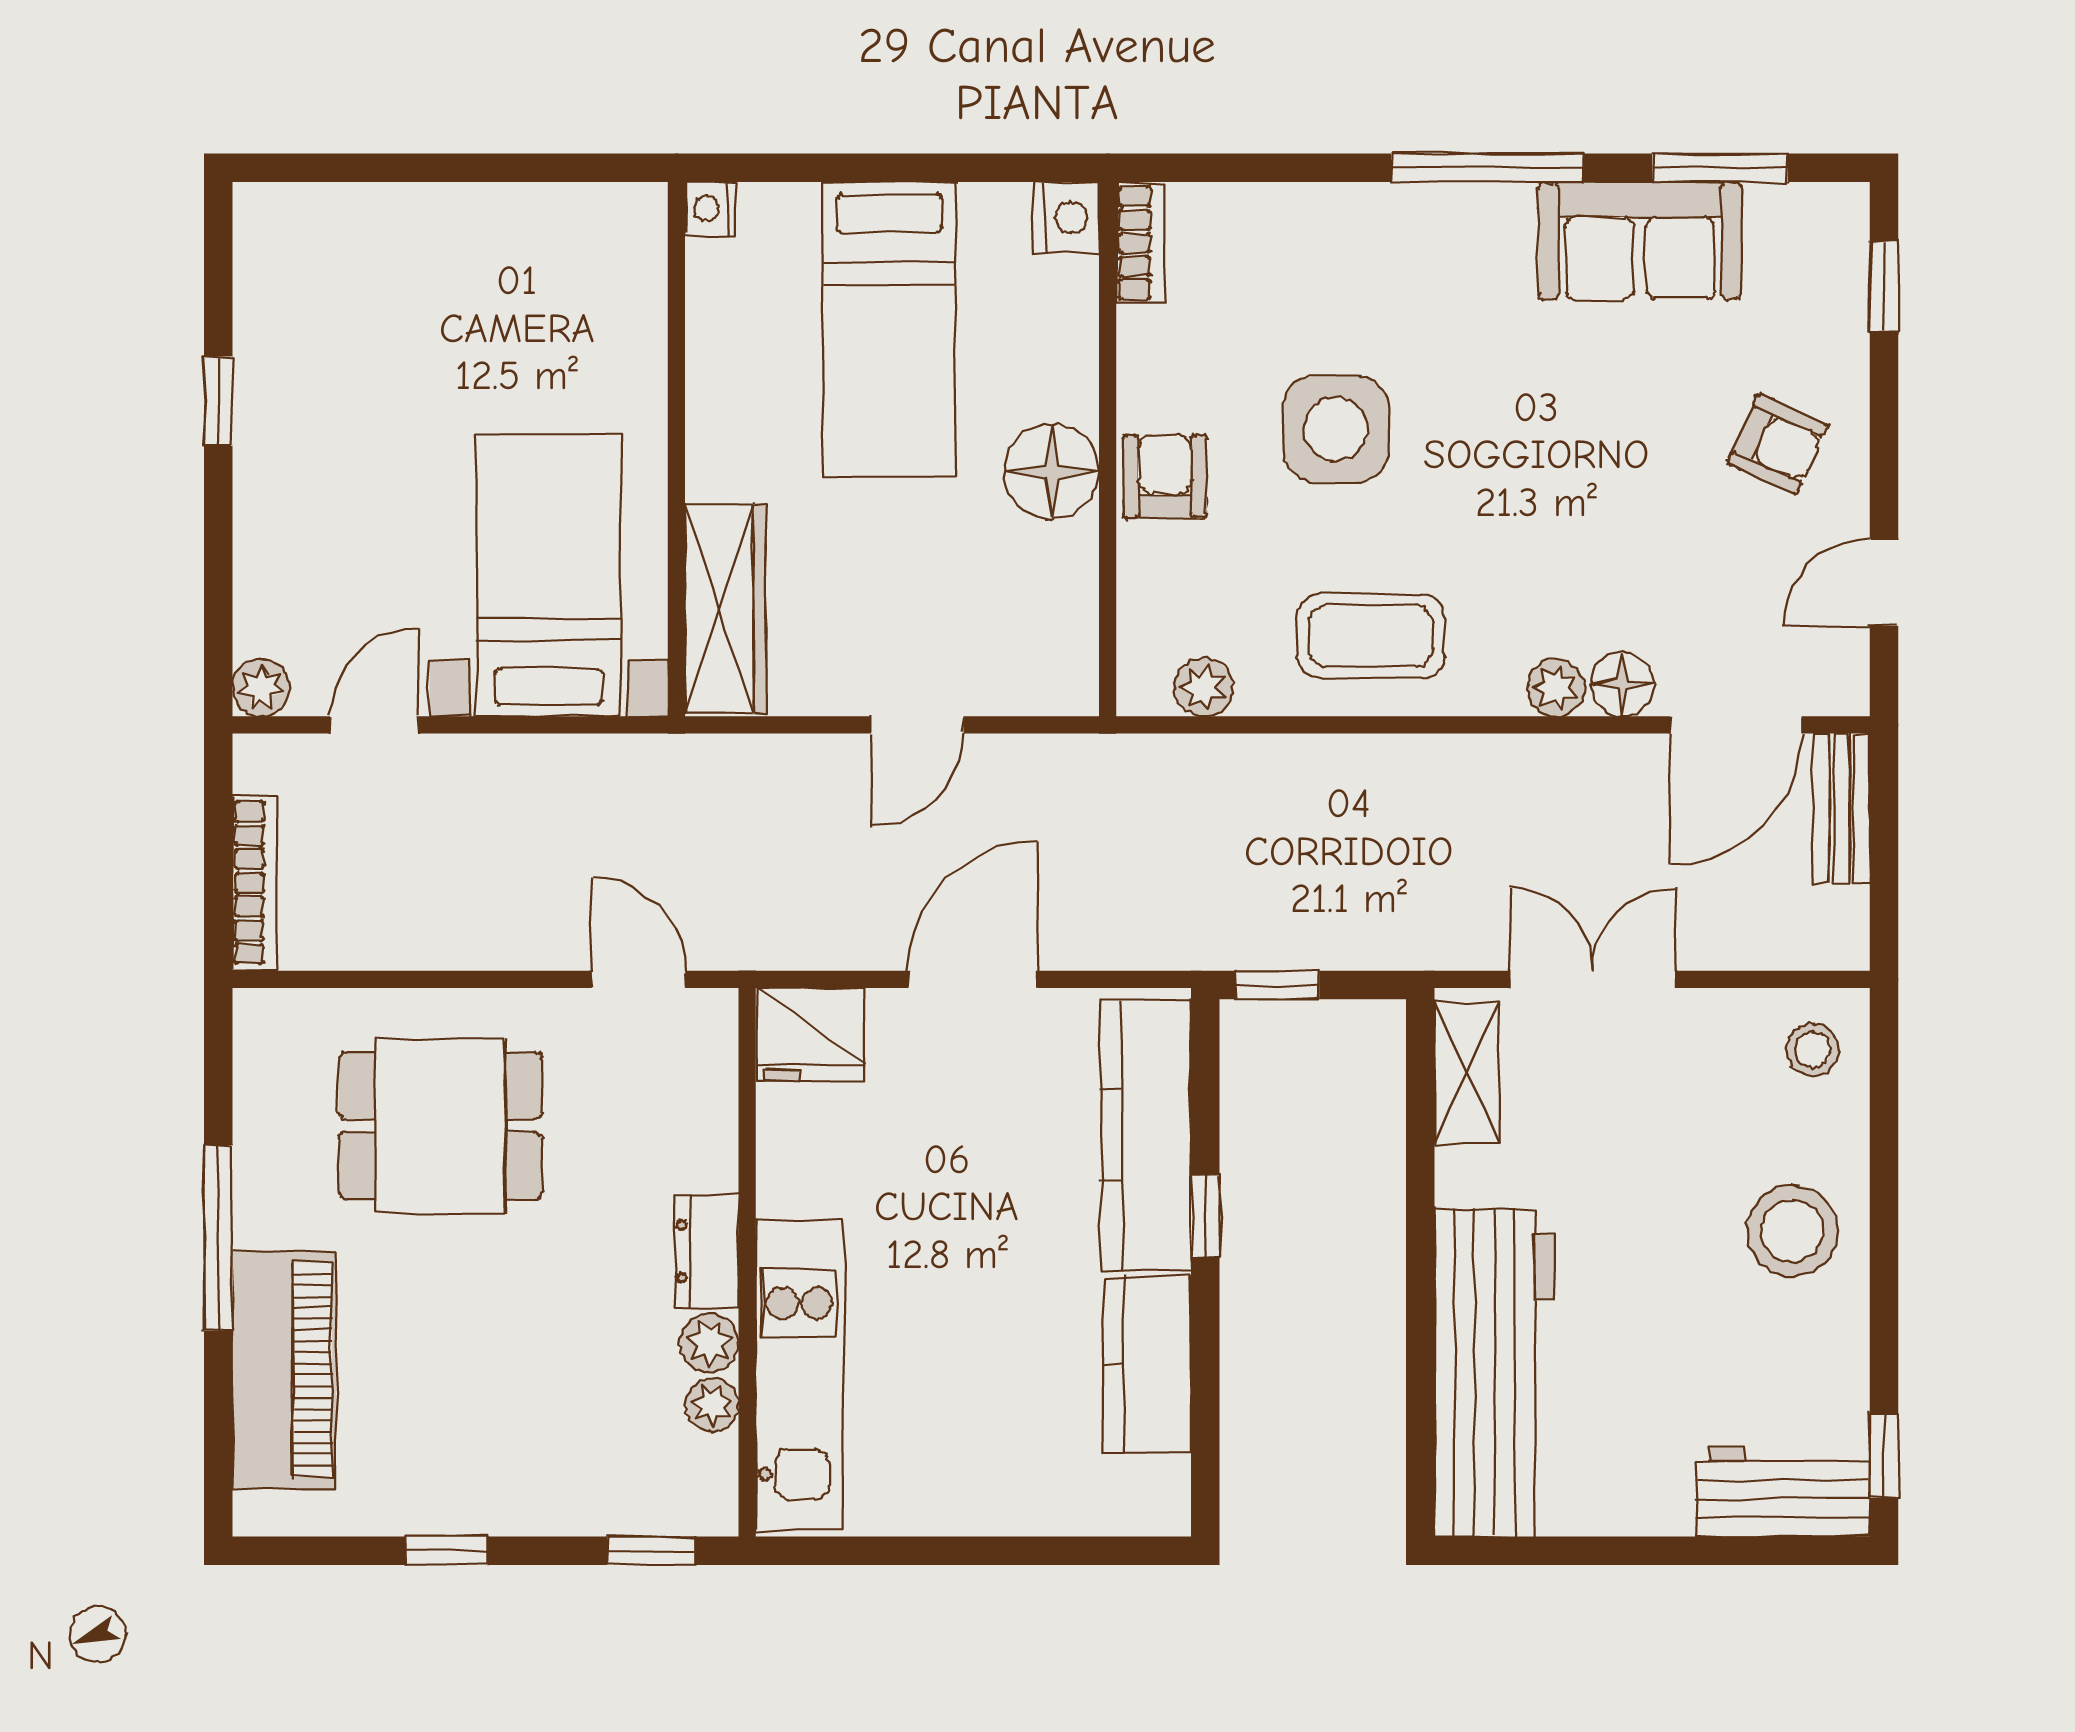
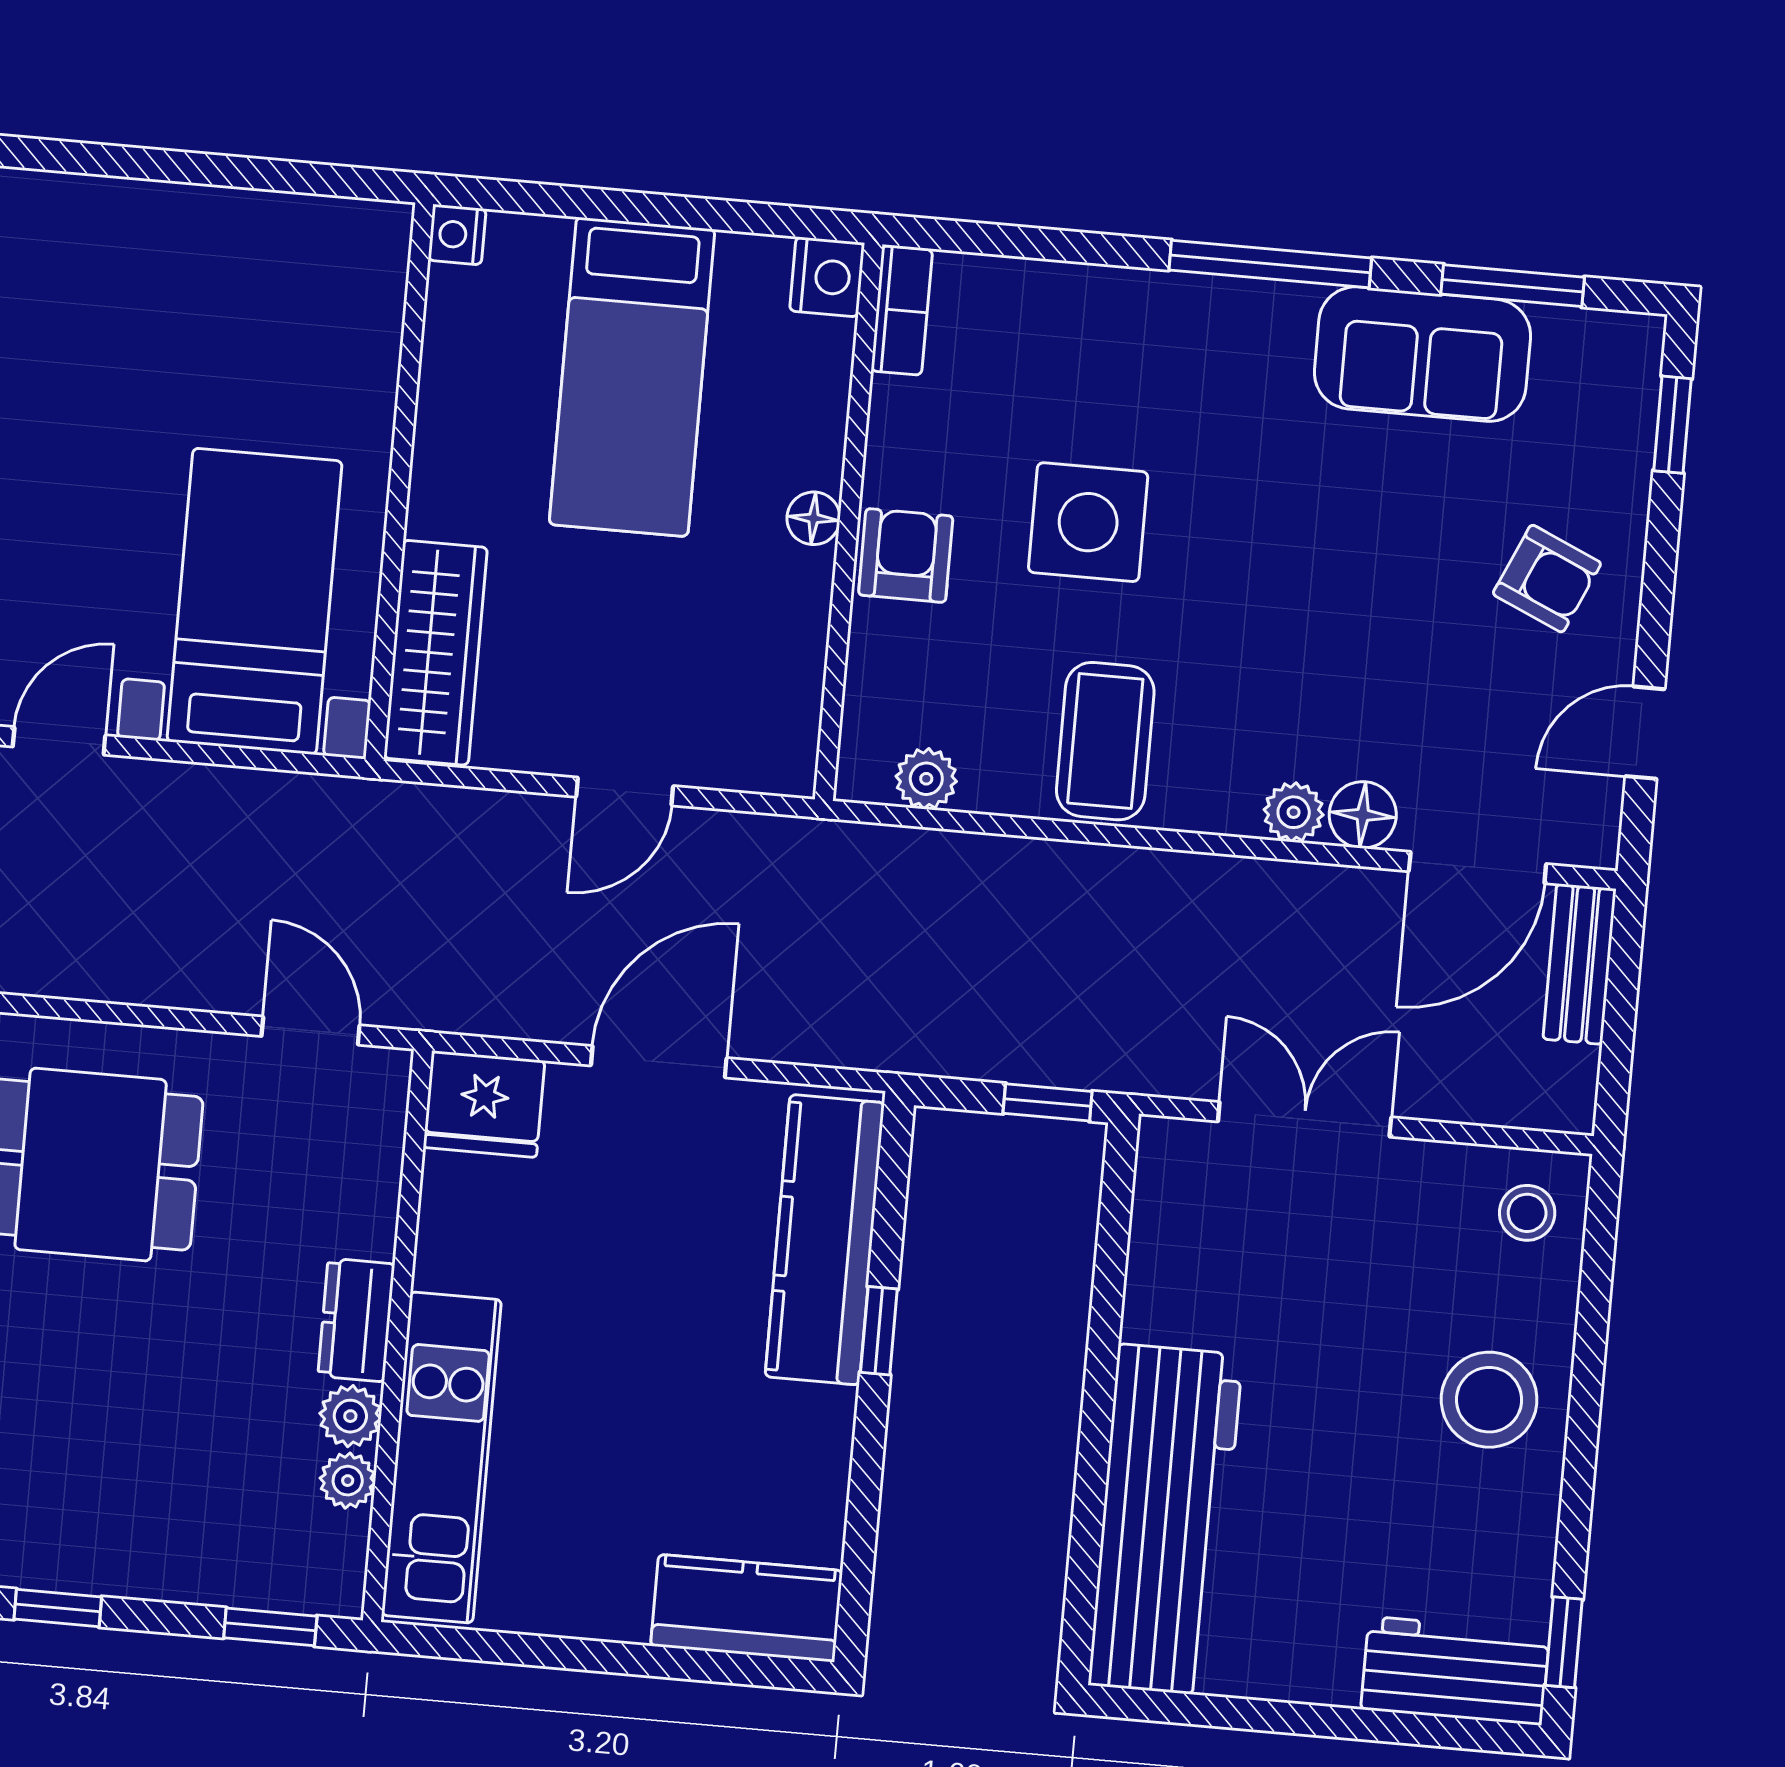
floor lamp: (1052, 471) -> (813, 518), width x0.53, depth x0.53
coffee table: (1371, 636) -> (1105, 741), turned 90
window: (1278, 985) -> (1048, 1102), moved
shelving: (1466, 1073) -> (1164, 1205), removed
kitchen counter: (1147, 1364) -> (747, 1608), moved, turned 90

